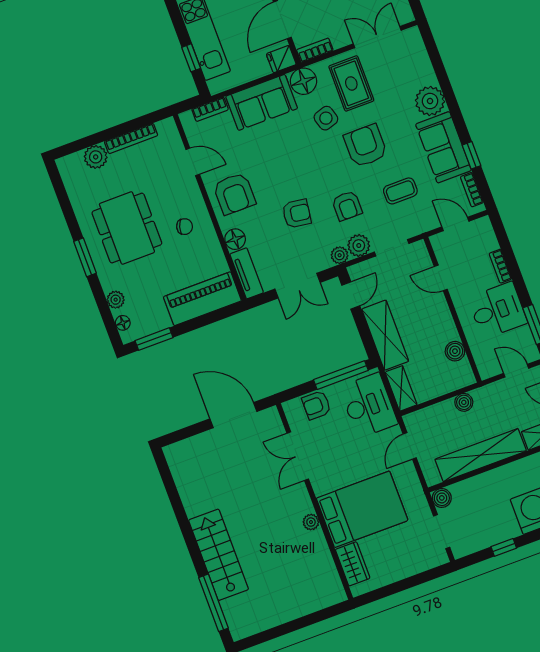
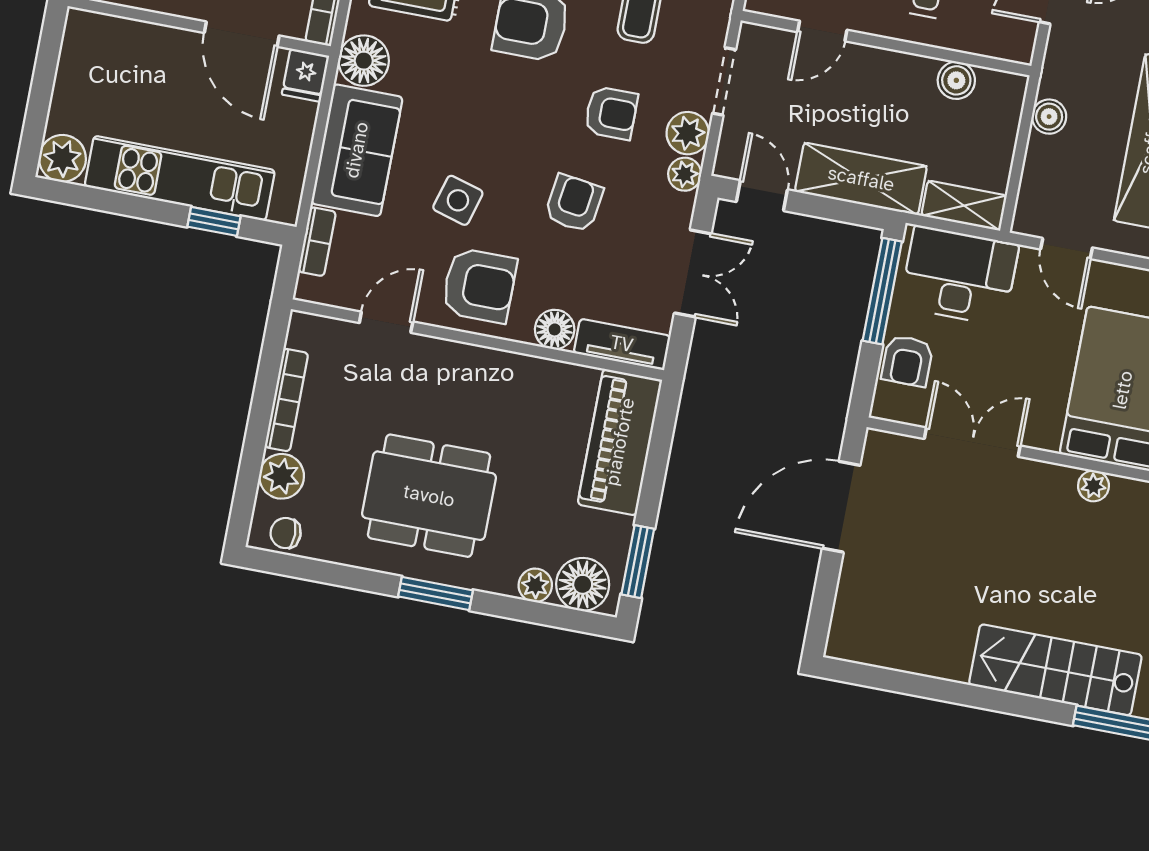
side table: (326, 118) -> (458, 200), moved, turned 33
chair: (185, 227) -> (286, 533), moved, turned -108
floor lamp: (123, 323) -> (583, 584), width x1.89, depth x1.89
double door: (298, 456) -> (972, 442), swing flipped

